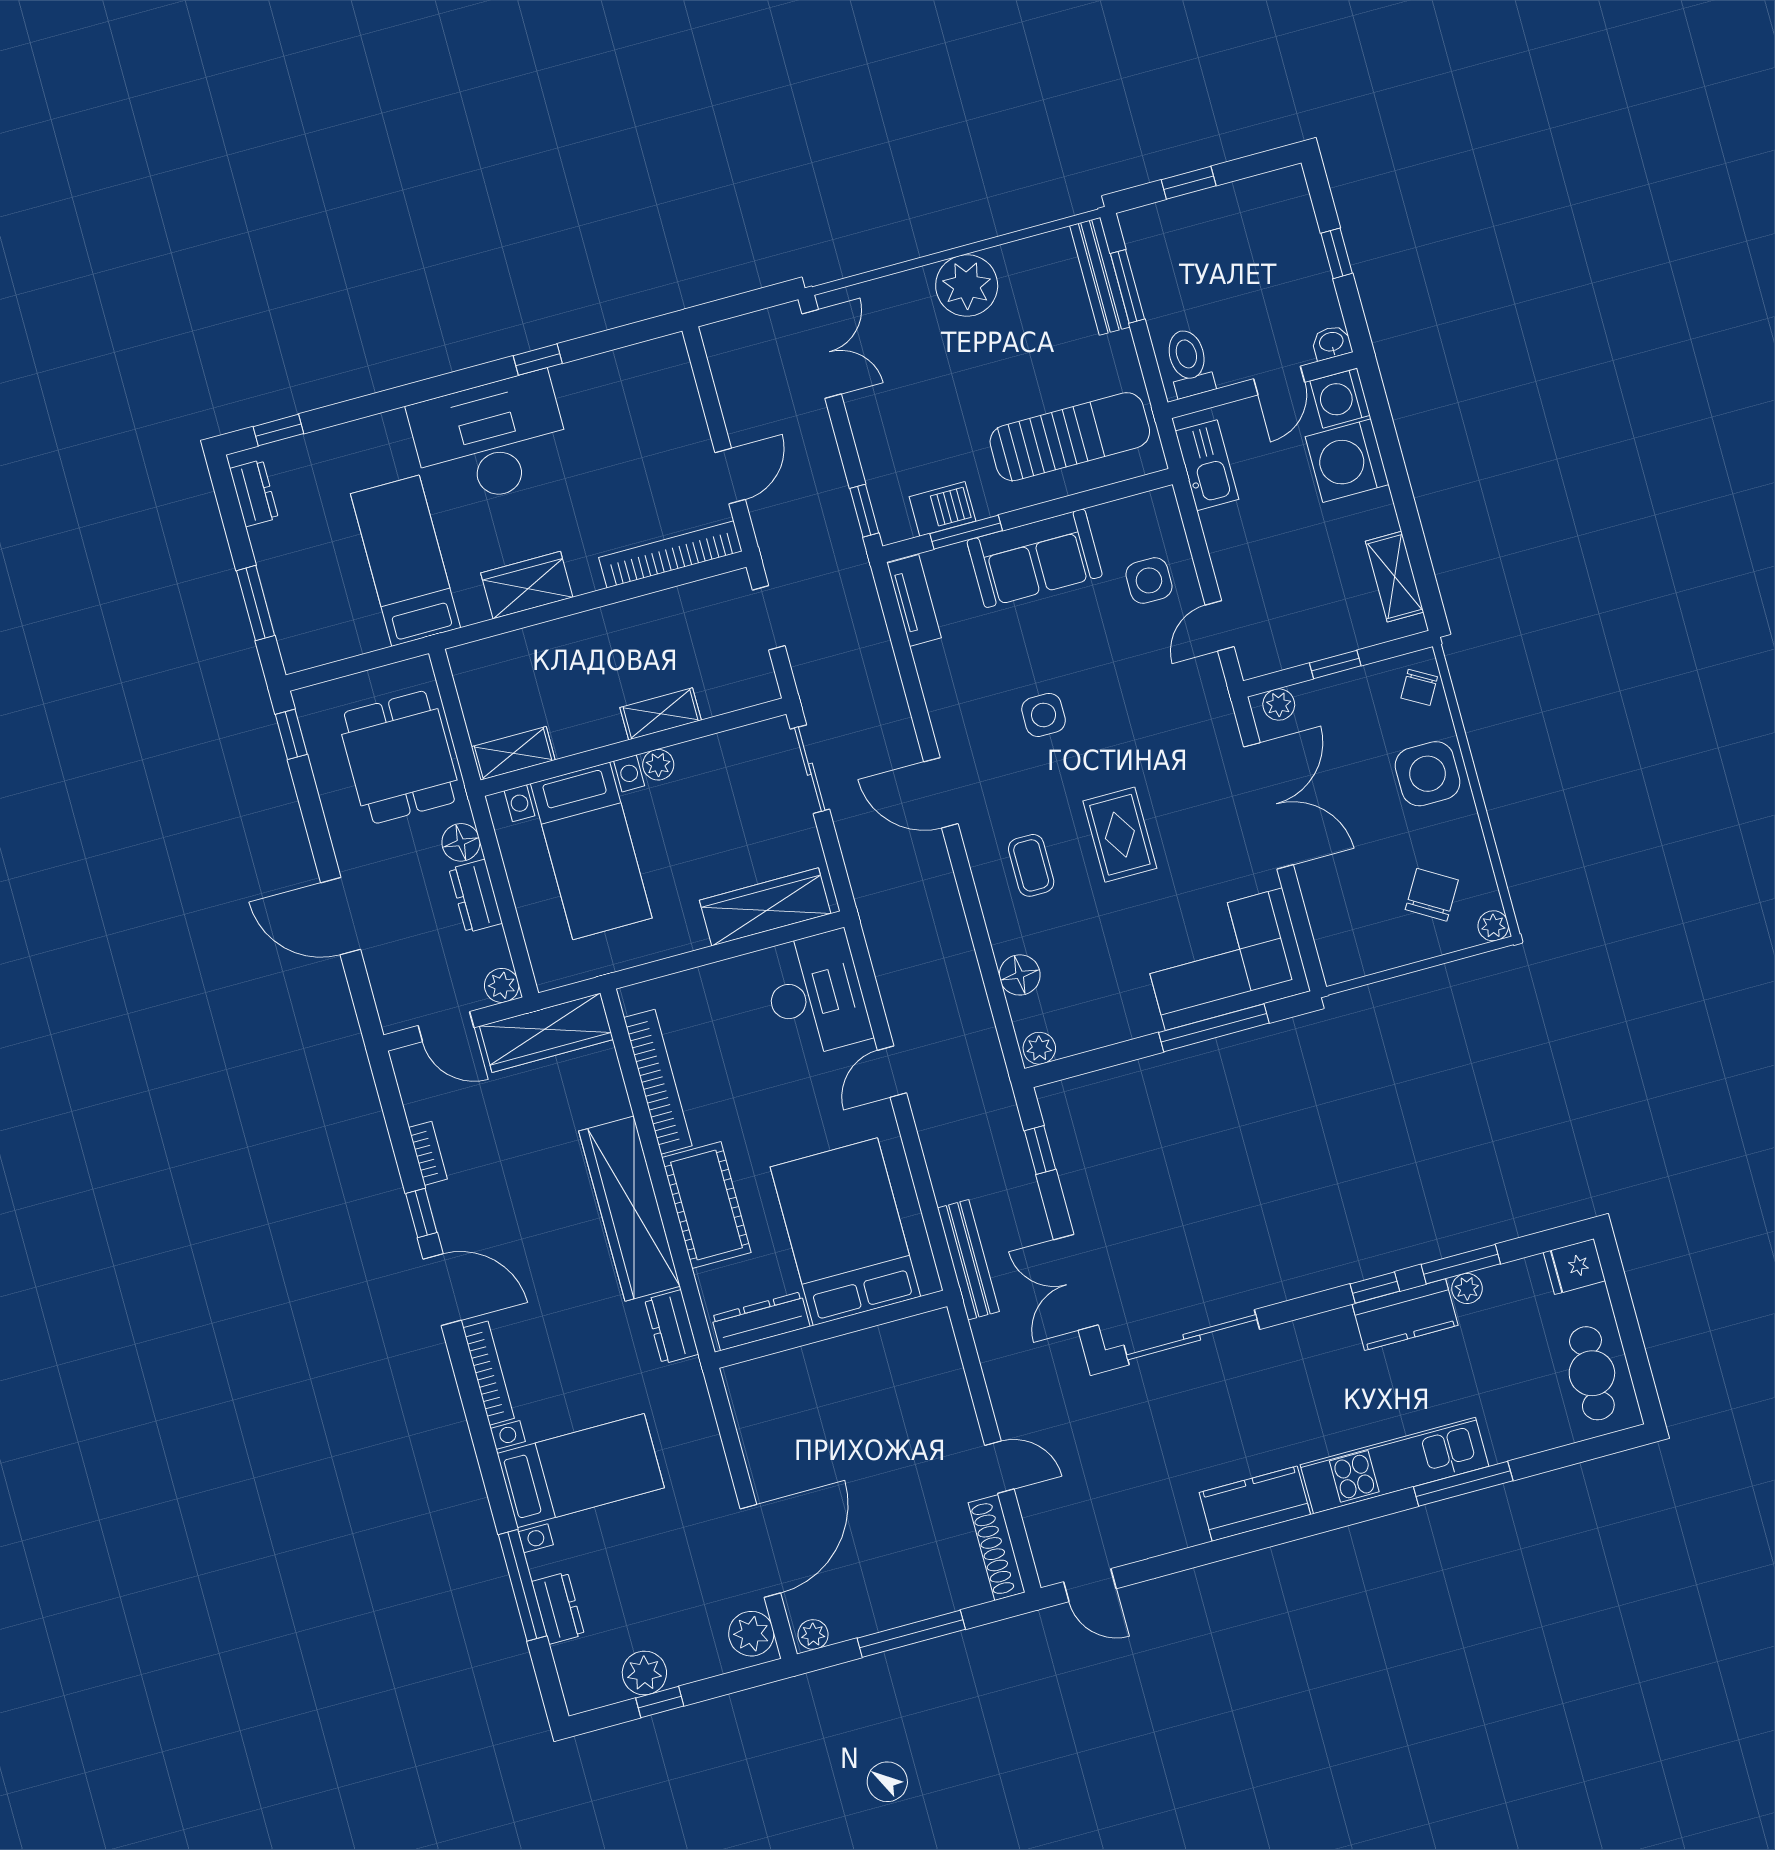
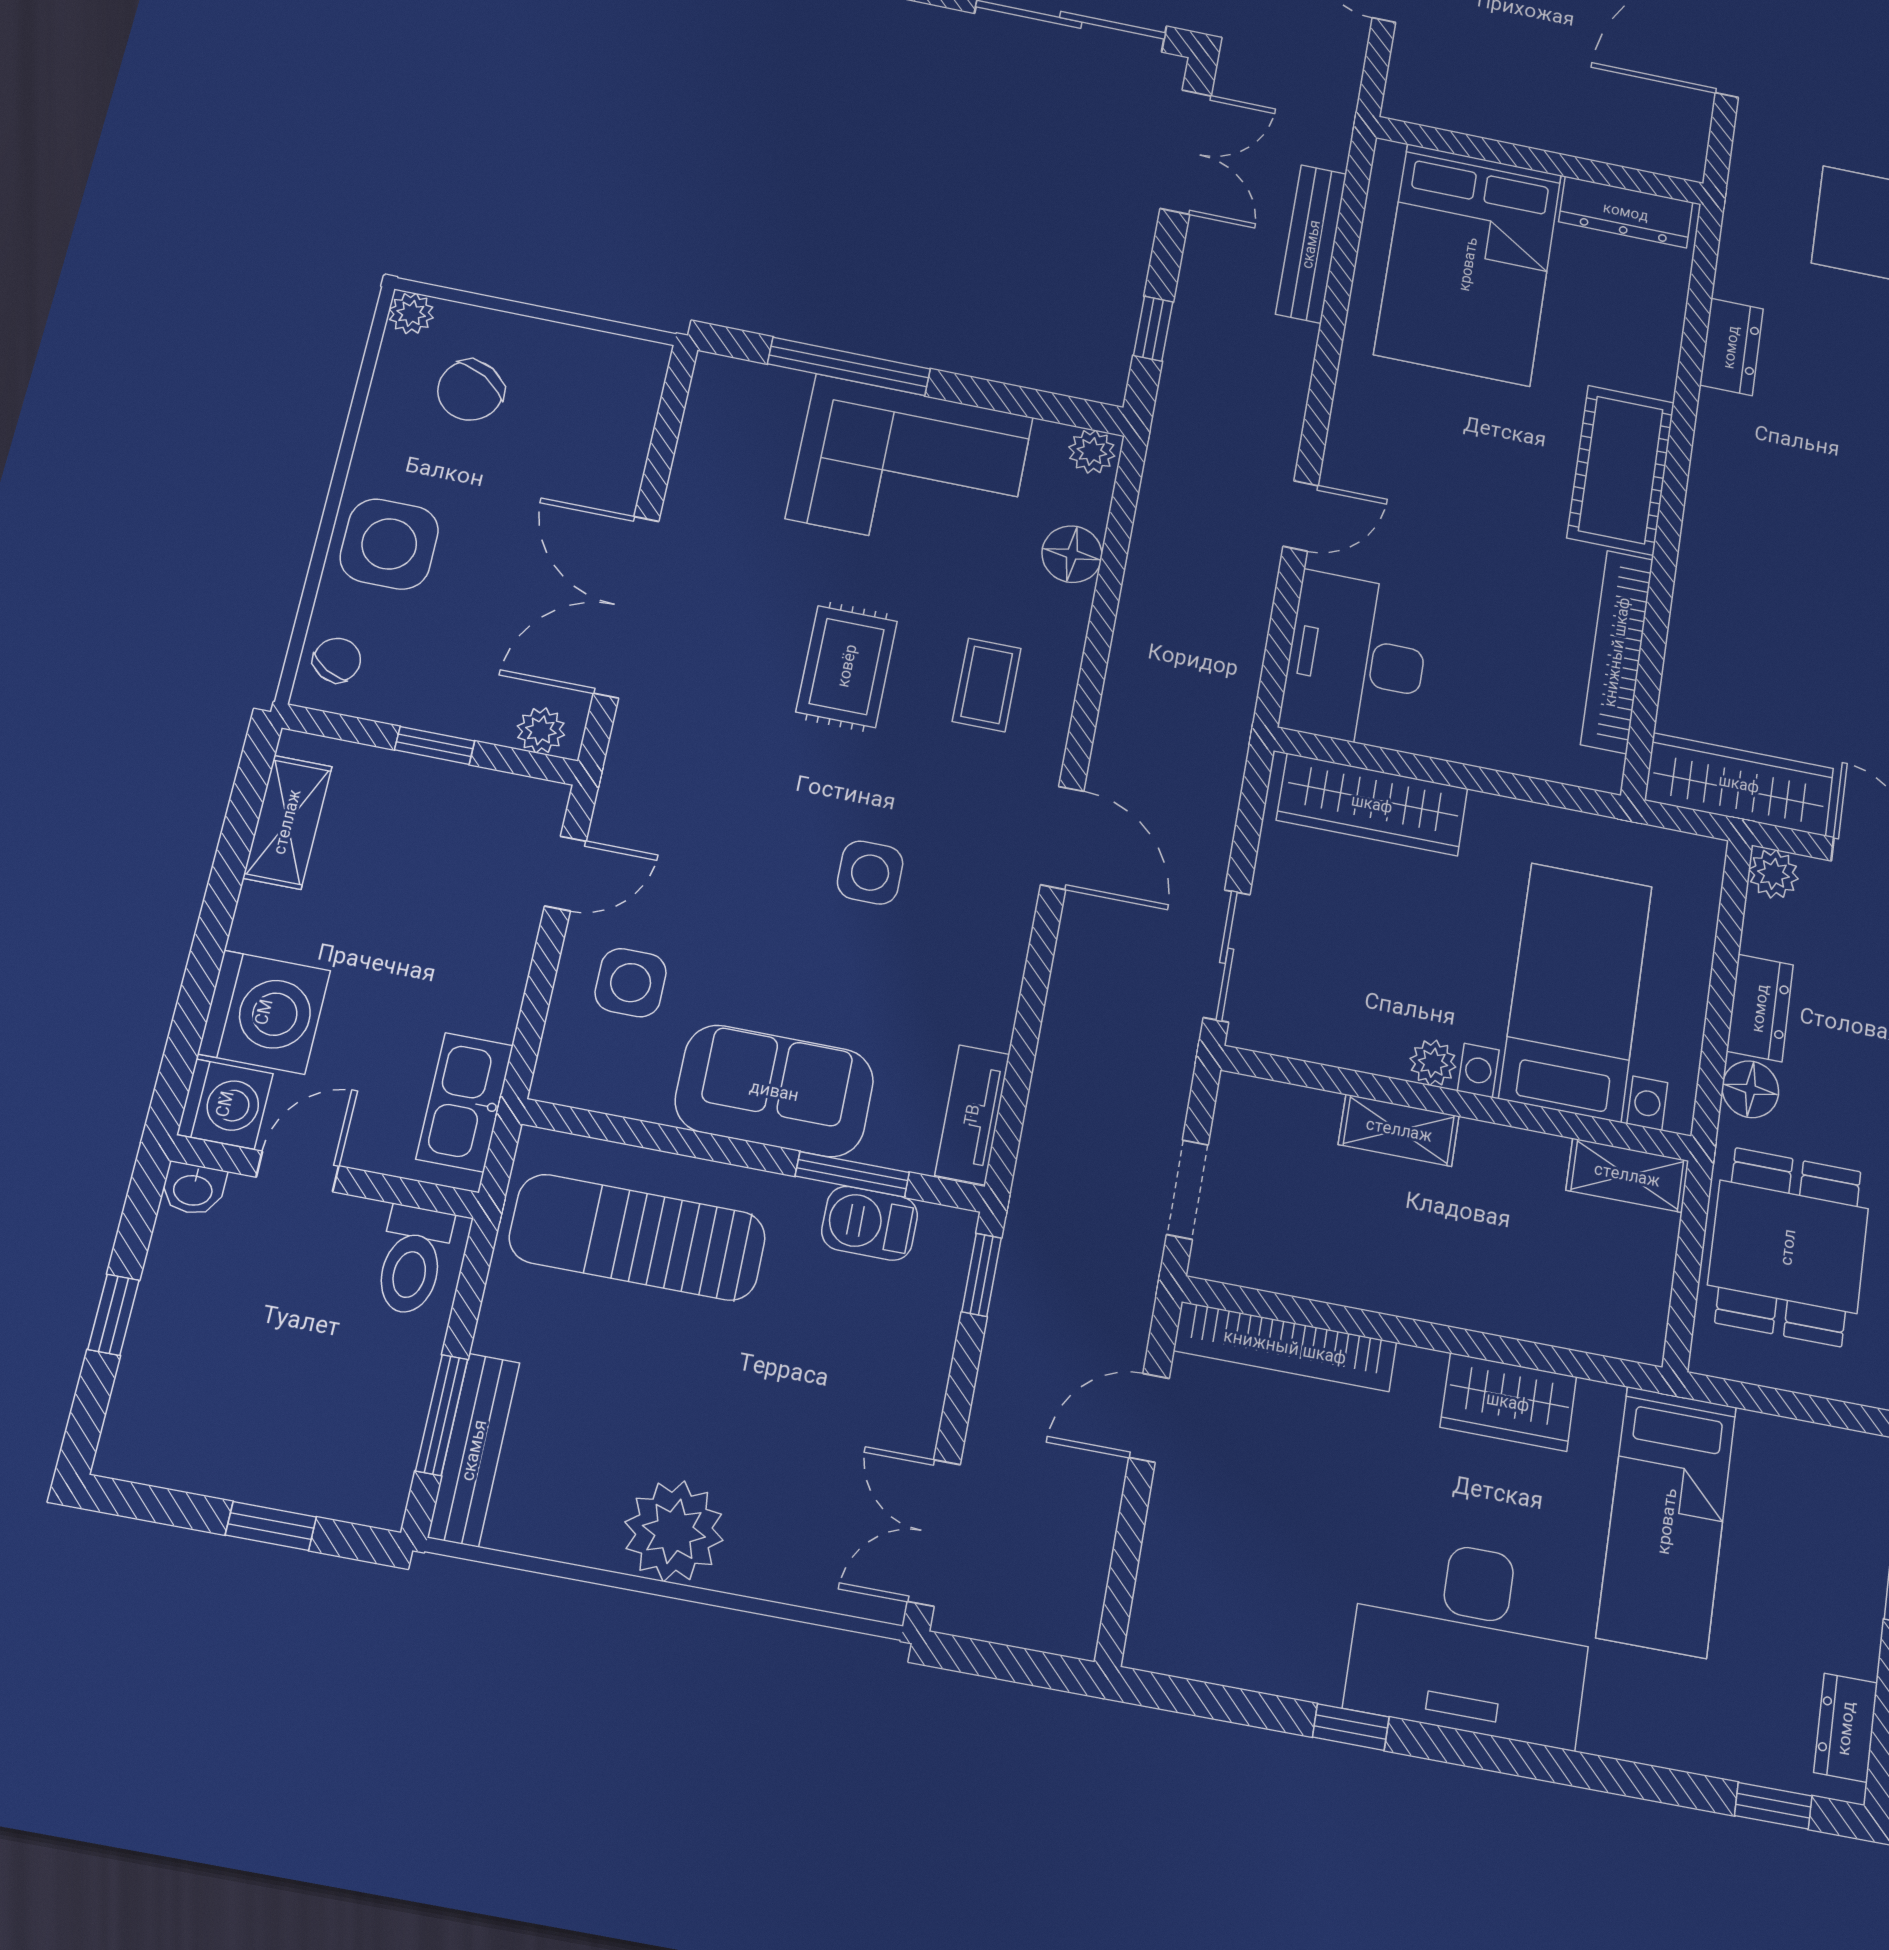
corner sofa: (1224, 959) -> (910, 468), moved
wardrobe: (629, 1209) -> (1724, 514), removed
bed: (845, 1232) -> (1468, 264), moved
dresser: (761, 1321) -> (1626, 212), moved
wall: (831, 1329) -> (1540, 161), moved

